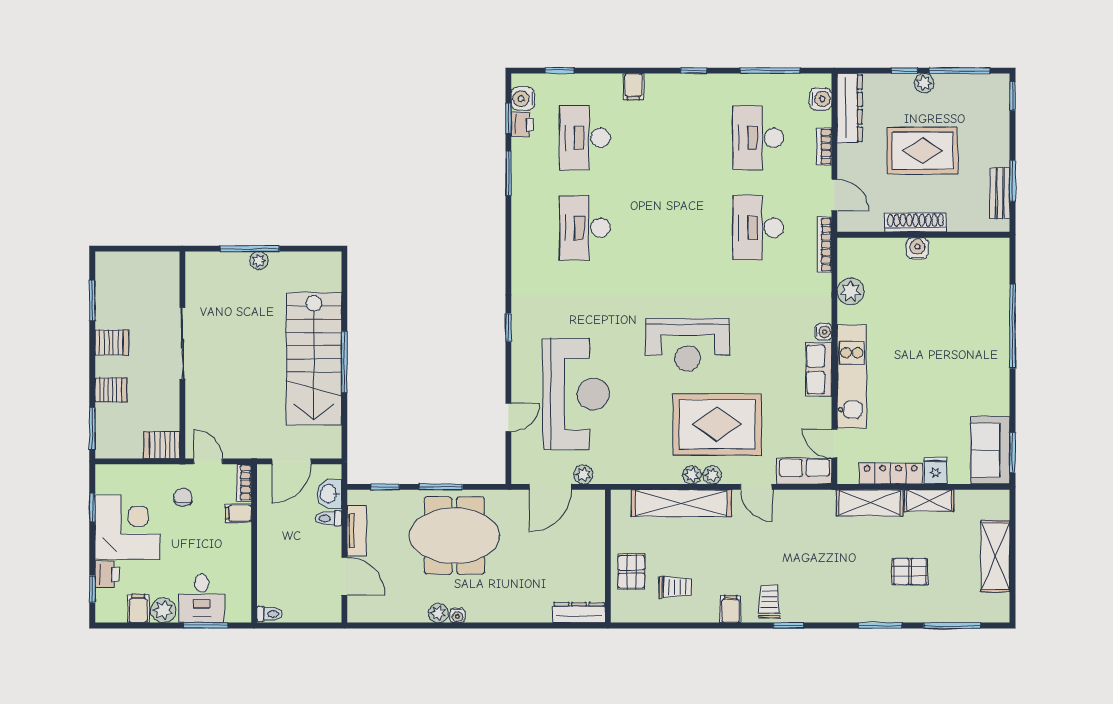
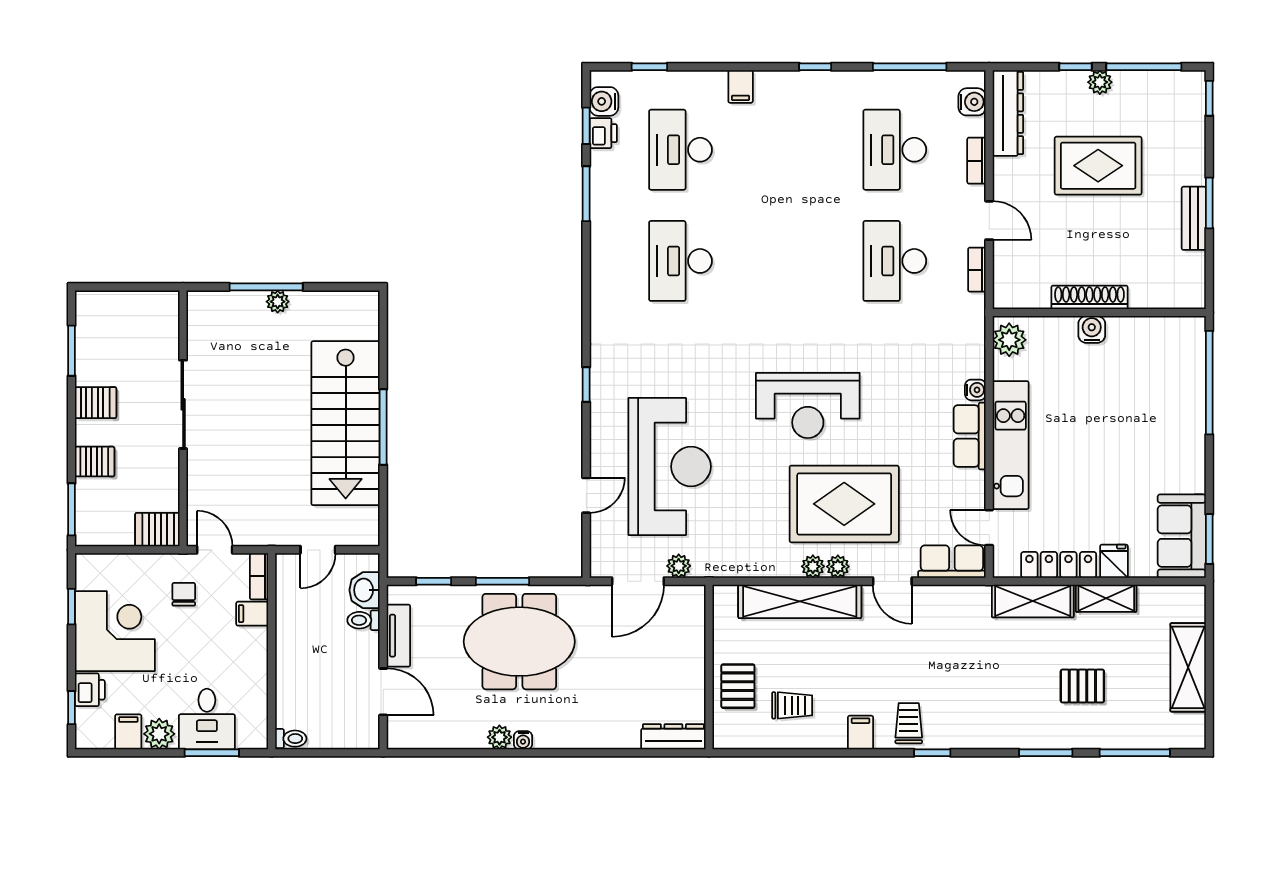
shoe rack: (916, 222) -> (1089, 297), moved
wall: (923, 235) -> (1099, 313), moved
bookcase: (825, 245) -> (977, 270), width x0.64
water cooler: (917, 248) -> (1092, 329), moved
door: (292, 461) -> (318, 550), width x0.73

